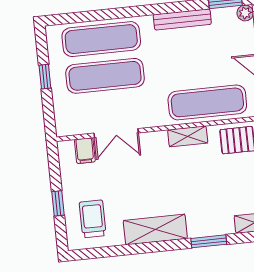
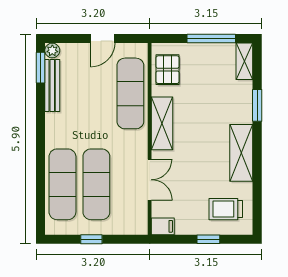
bench: (182, 19) -> (52, 85), moved
shelving: (188, 136) -> (162, 123), width x1.50, depth x1.33
filing cabinet: (85, 151) -> (163, 226), moved

